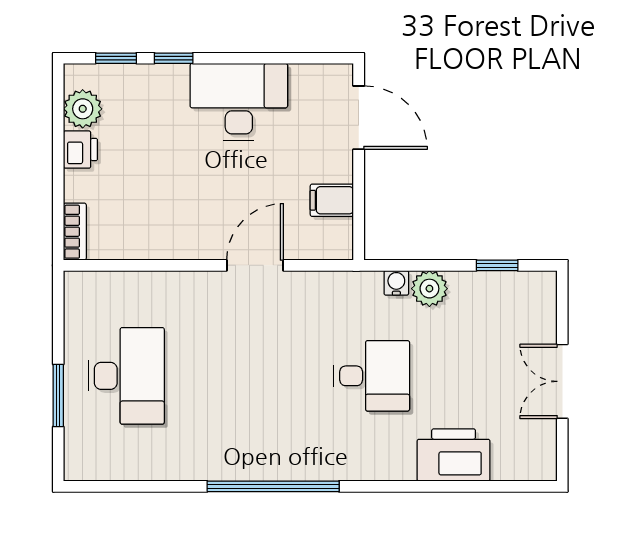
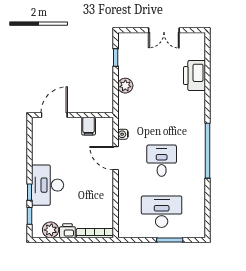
desk: (239, 102) -> (48, 185), moved
bookcase: (75, 232) -> (95, 233), width x1.56
water cooler: (396, 283) -> (123, 134), moved
desk: (372, 376) -> (162, 161), moved

